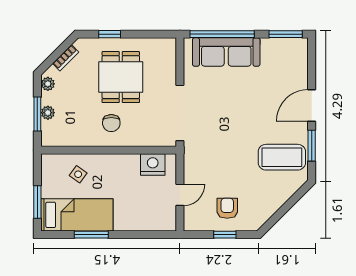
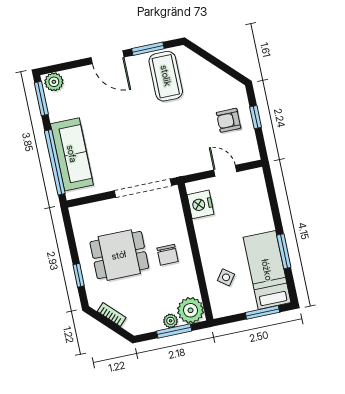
plant: (299, 50) -> (54, 82), added
plant: (48, 84) -> (191, 310), moved, width x1.88, depth x1.88
chair: (111, 123) -> (168, 255), turned 90

